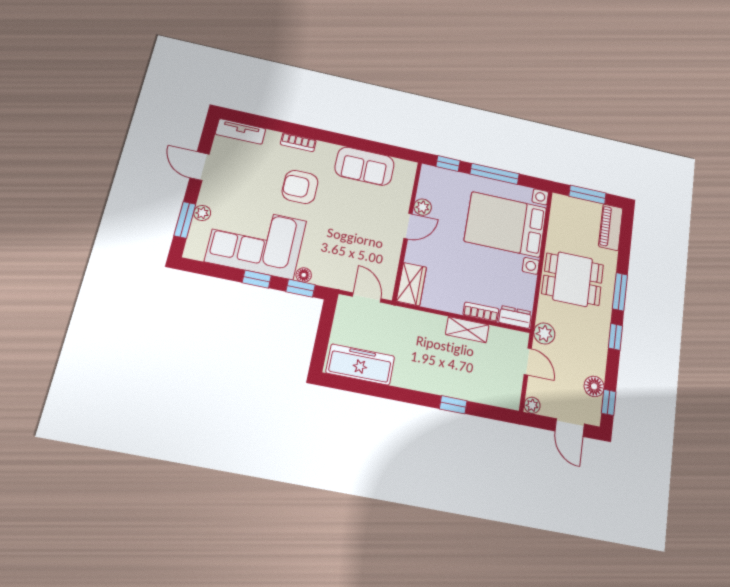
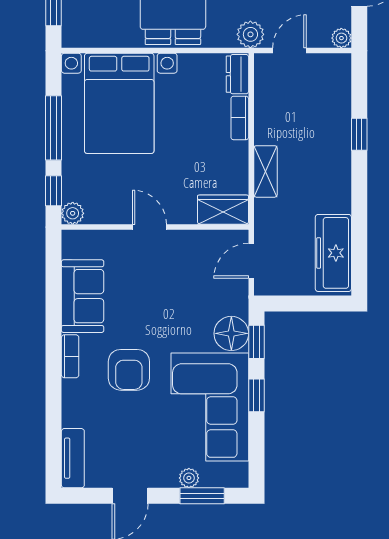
bookcase: (298, 142) -> (70, 356), moved
plant: (423, 207) -> (73, 213), moved
floor lamp: (304, 275) -> (231, 333), width x1.89, depth x1.89
shelving: (467, 330) -> (265, 171), moved

